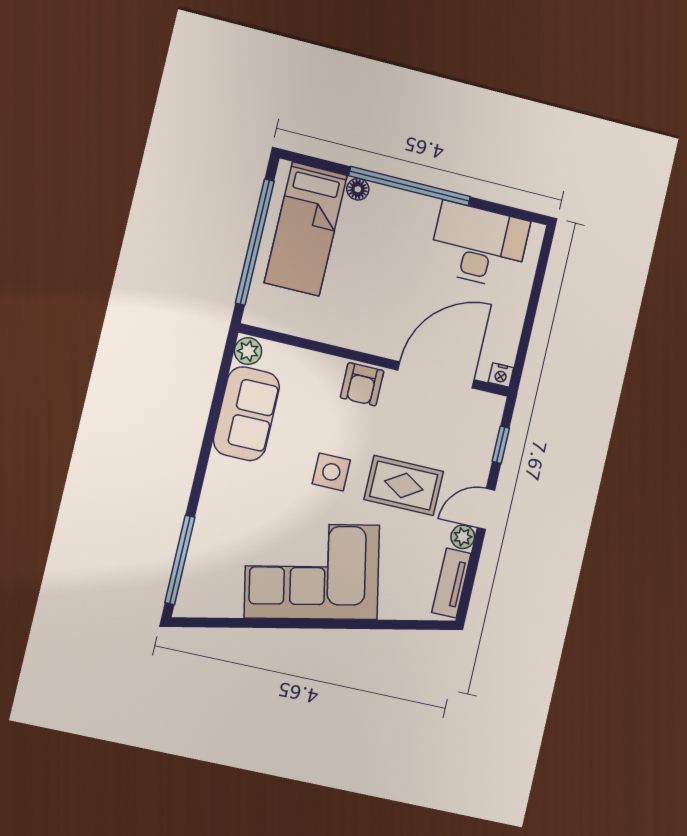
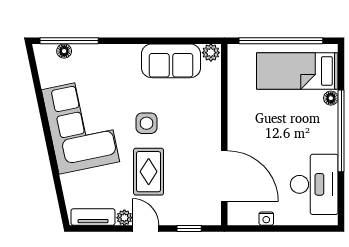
nightstand: (501, 375) -> (266, 219), moved, turned -90
armchair: (362, 384) -> (207, 130), removed
floor lamp: (194, 571) -> (64, 51), added

